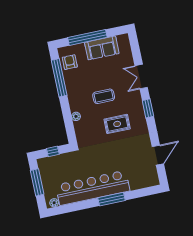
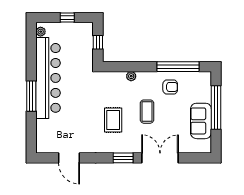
armchair: (70, 62) -> (170, 87), moved
double door: (141, 77) -> (160, 158), width x1.37
window: (37, 182) -> (67, 17), width x0.46

